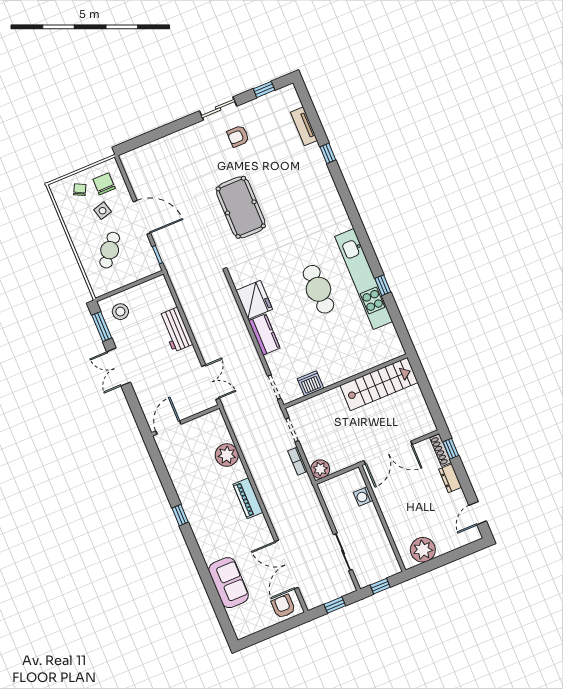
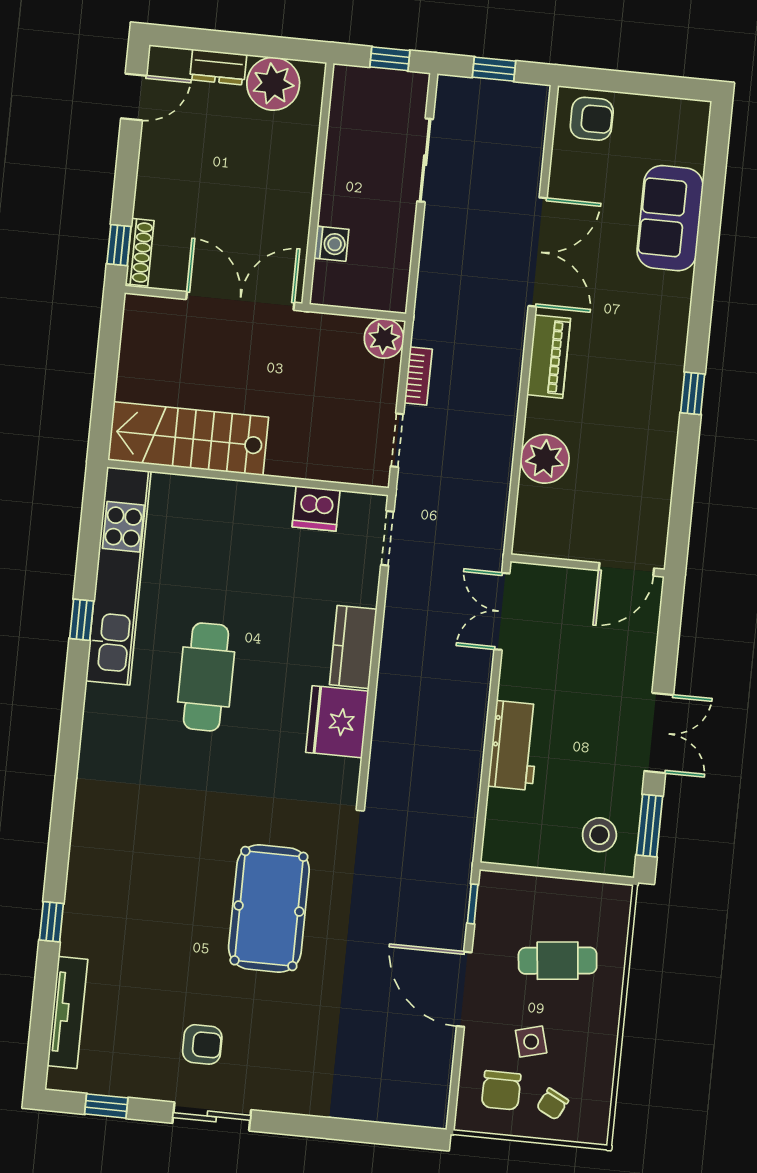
tv unit: (304, 126) -> (67, 1012), width x1.41
cafe table: (110, 250) -> (558, 961), turned 45
kitchen unit: (364, 279) -> (118, 576), moved
dresser: (450, 478) -> (218, 67), moved, turned 90
double door: (286, 565) -> (538, 252), moved
armchair: (283, 606) -> (592, 119), turned -90

